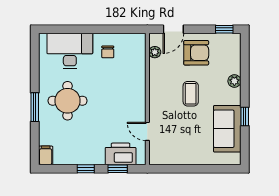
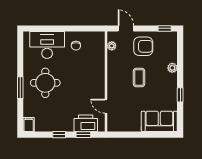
door: (173, 29) -> (126, 28), swing flipped
sofa: (227, 129) -> (159, 121), moved, turned 90

